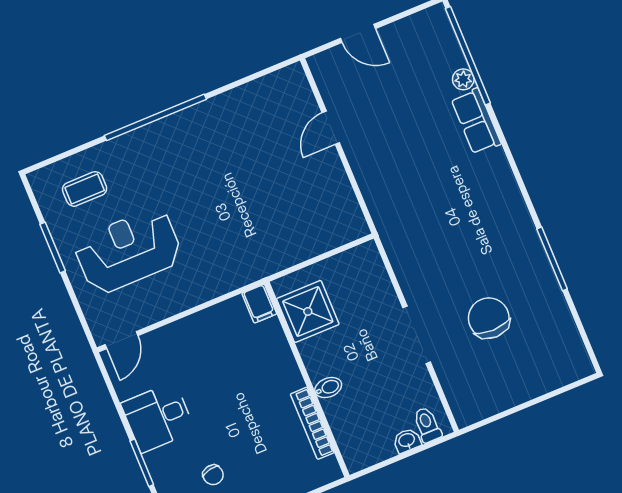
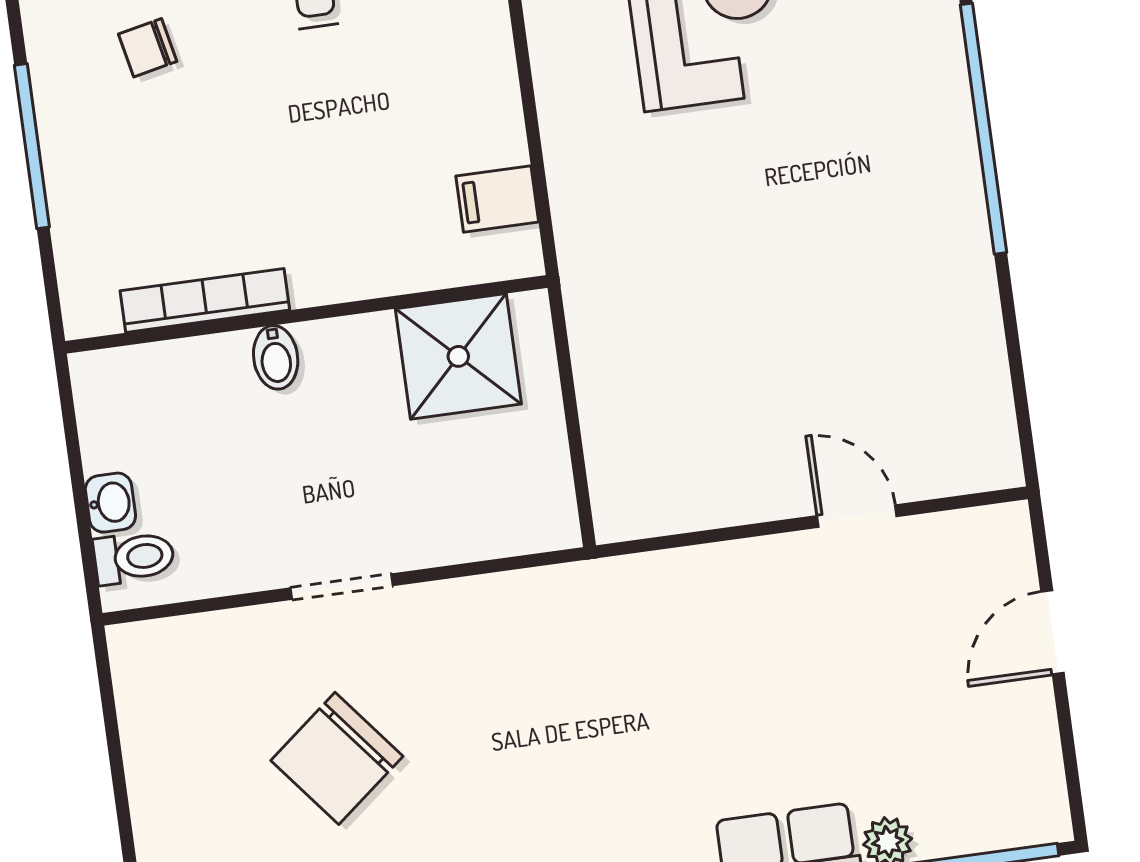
filing cabinet: (259, 304) -> (497, 199), moved
chair: (489, 318) -> (337, 758), turned 141
doorway: (417, 335) -> (342, 587), width x0.73

